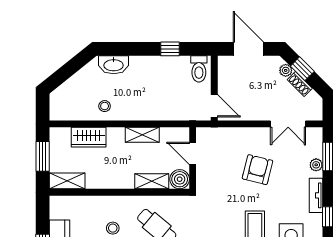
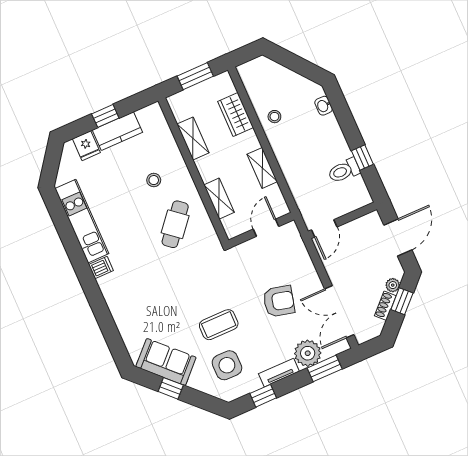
washbasin: (114, 65) -> (324, 106), width x0.52, depth x0.69
toilet: (199, 69) -> (344, 171), moved
double door: (288, 124) -> (339, 312), width x1.37
plant: (316, 165) -> (308, 353), width x1.87, depth x1.87
boiler: (180, 179) -> (234, 226), removed
shelving: (67, 181) -> (193, 138), moved

